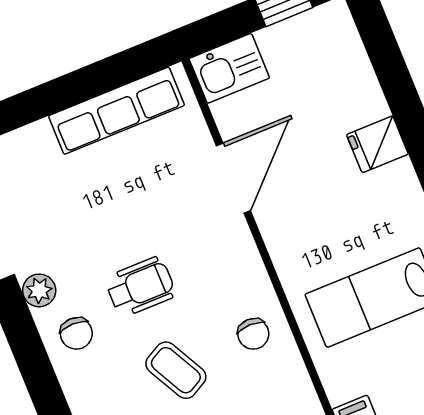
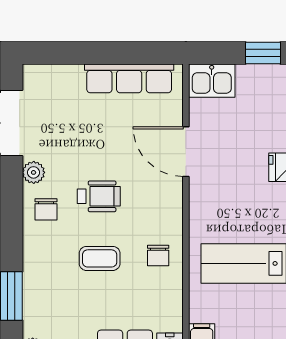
door: (233, 178) -> (186, 152), swing flipped
coffee table: (176, 370) -> (100, 258), turned -62

